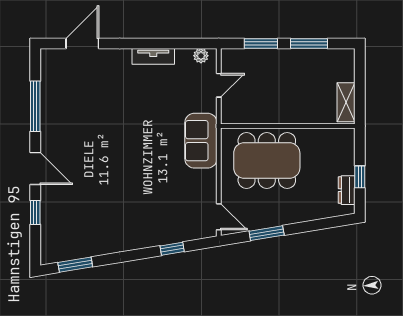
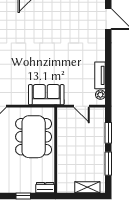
tv unit: (153, 56) -> (100, 75), moved
shelving: (346, 102) -> (87, 187), moved
dresser: (347, 190) -> (45, 188), moved

